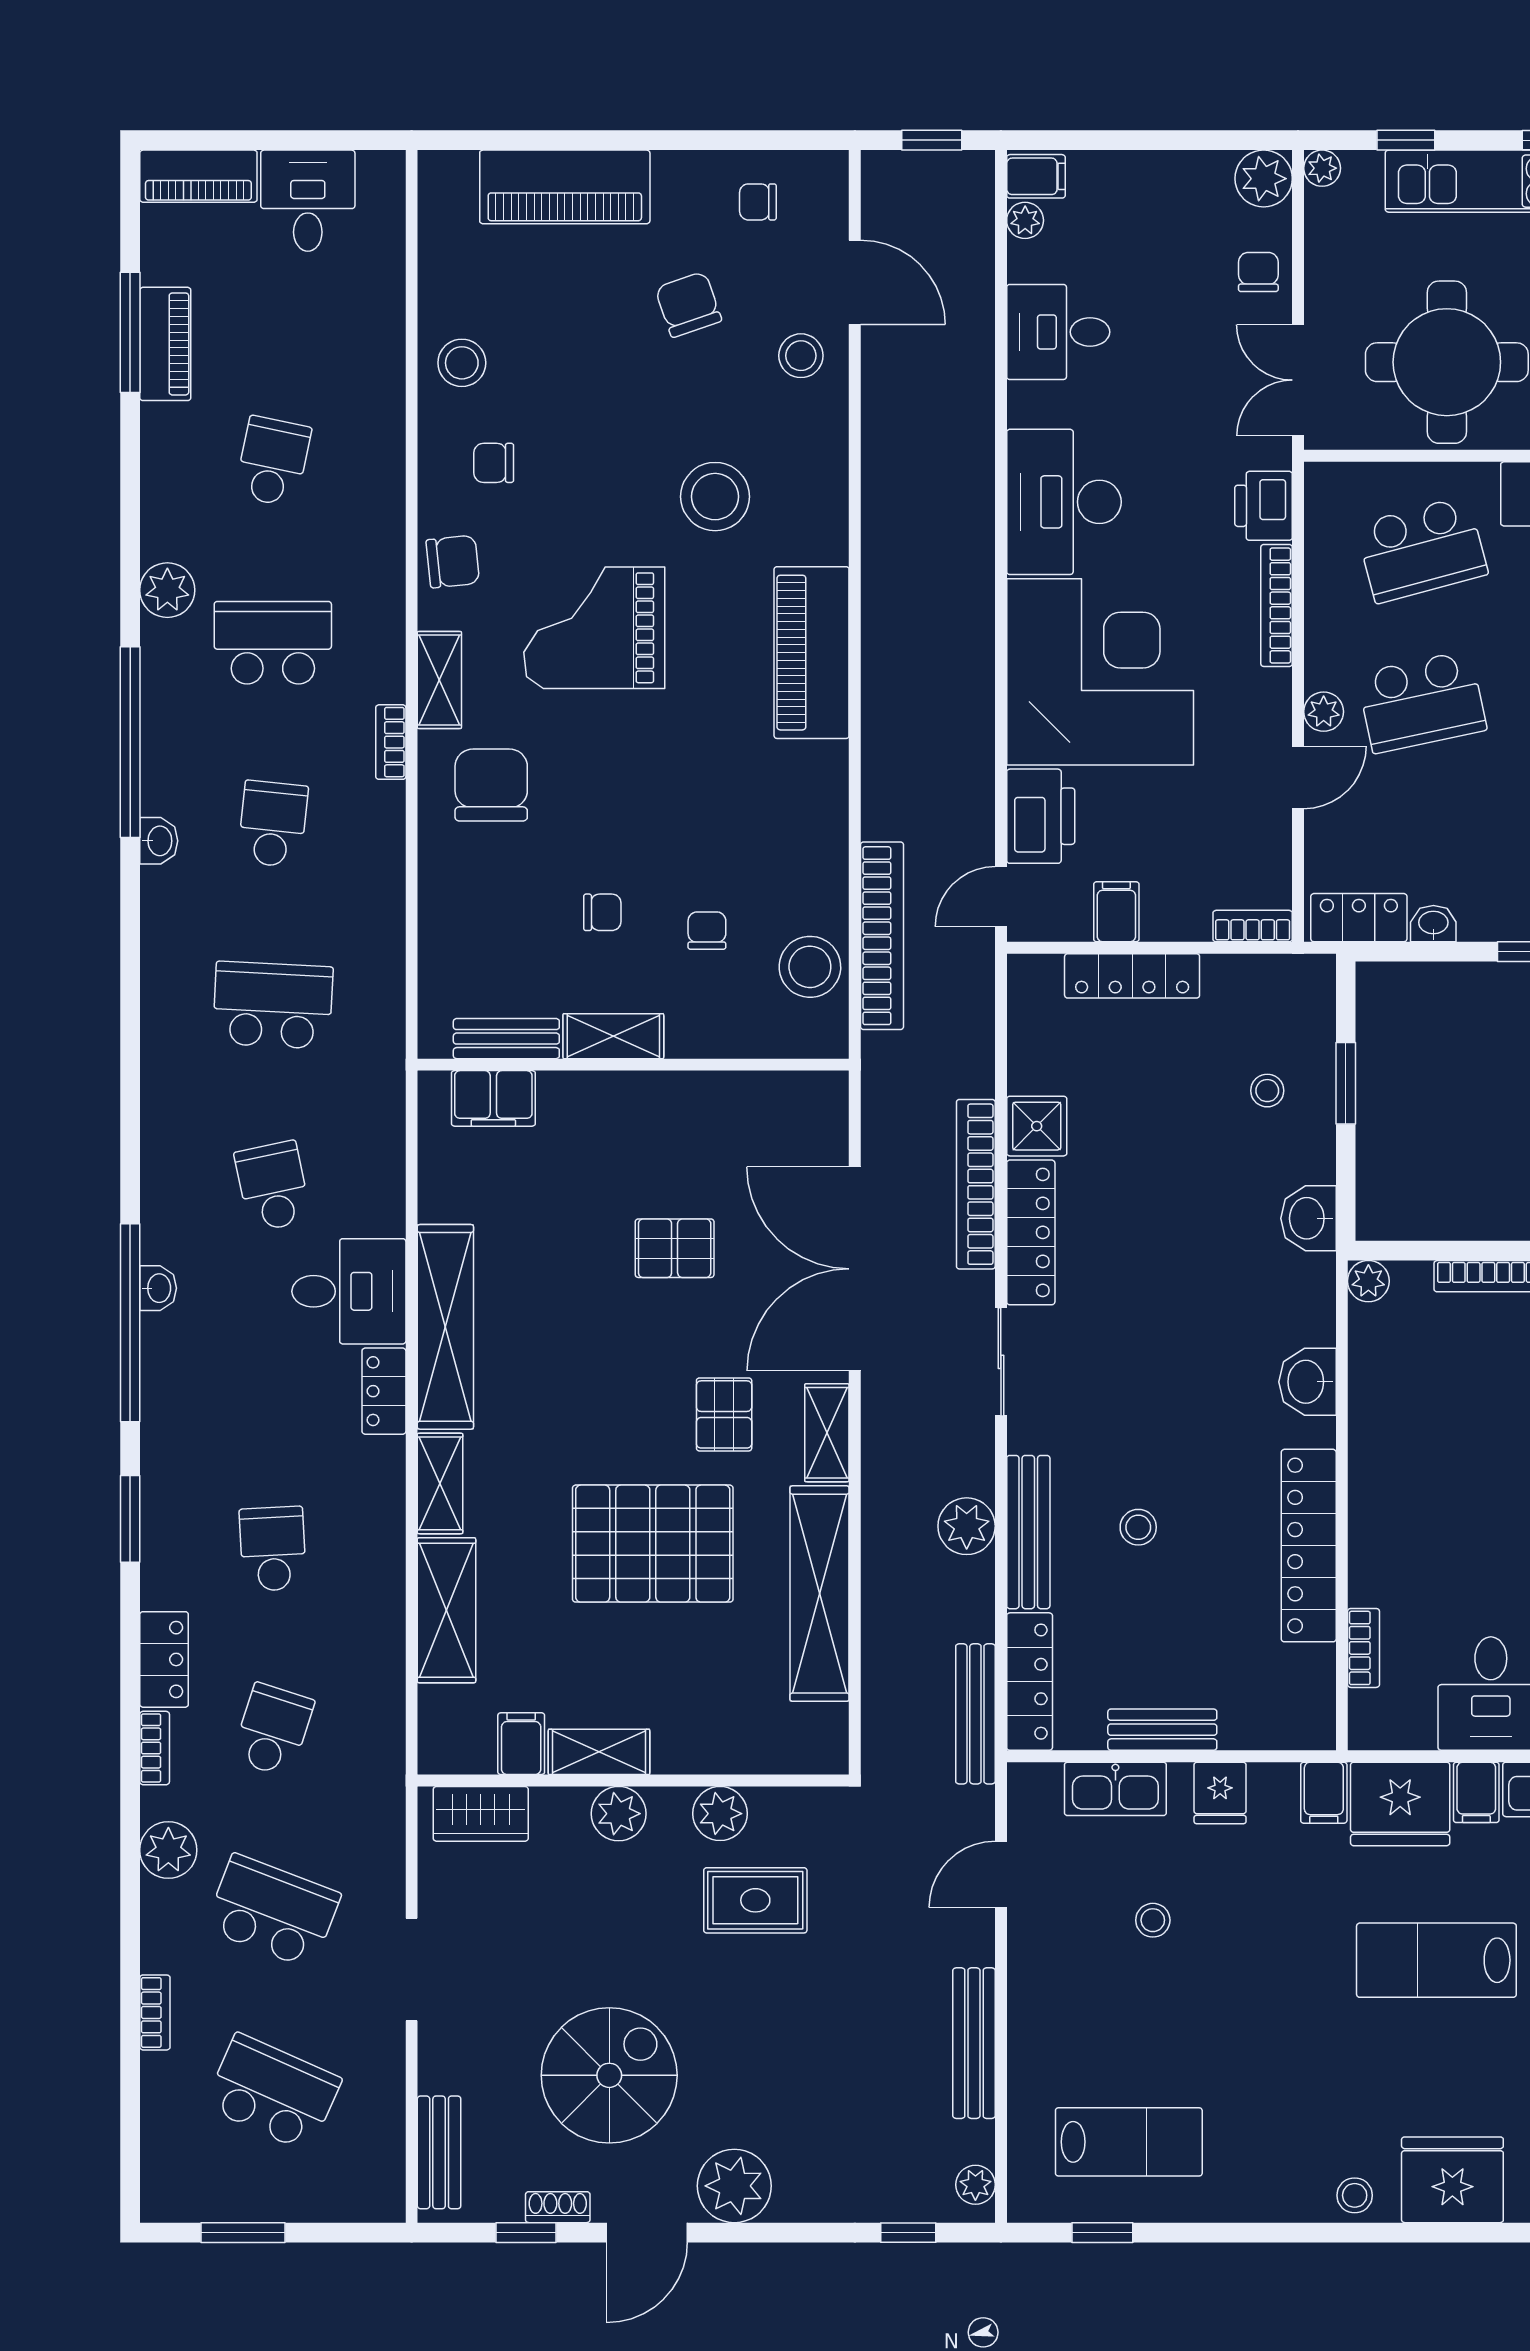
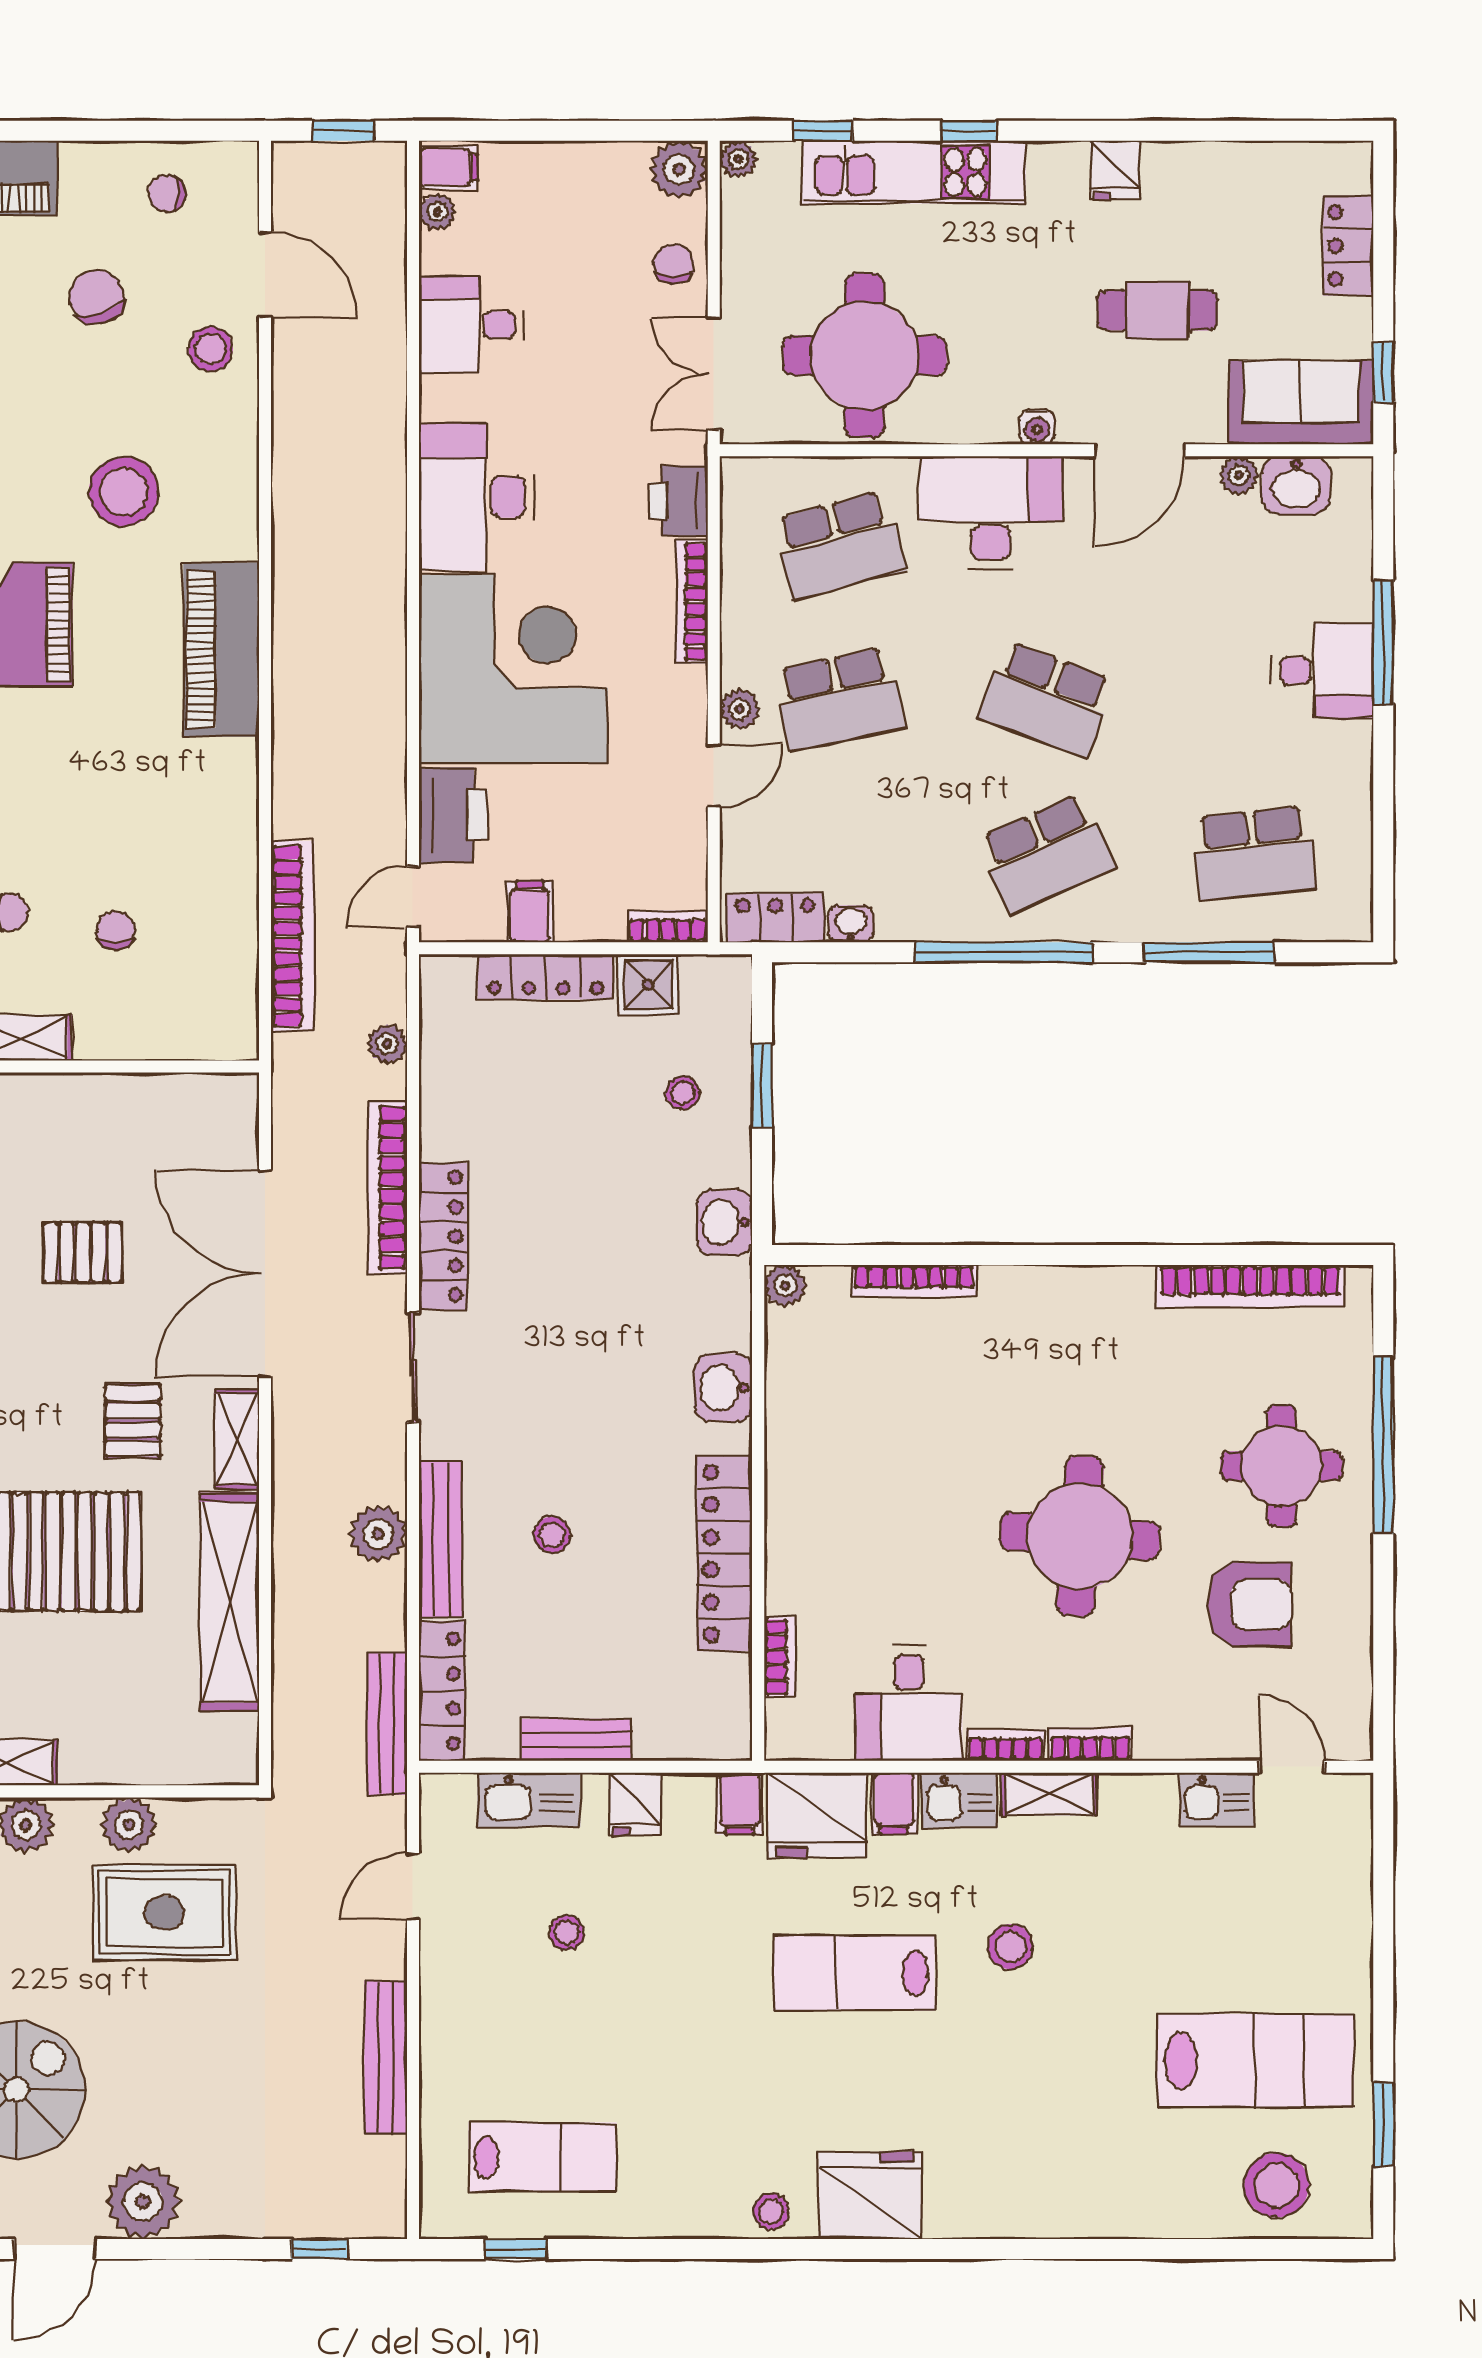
stool: (810, 967) -> (220, 968), removed
shower: (1037, 1126) -> (648, 984), moved
rug: (755, 1900) -> (164, 1913), width x1.36, depth x1.43
plant: (975, 2185) -> (387, 1044), moved

